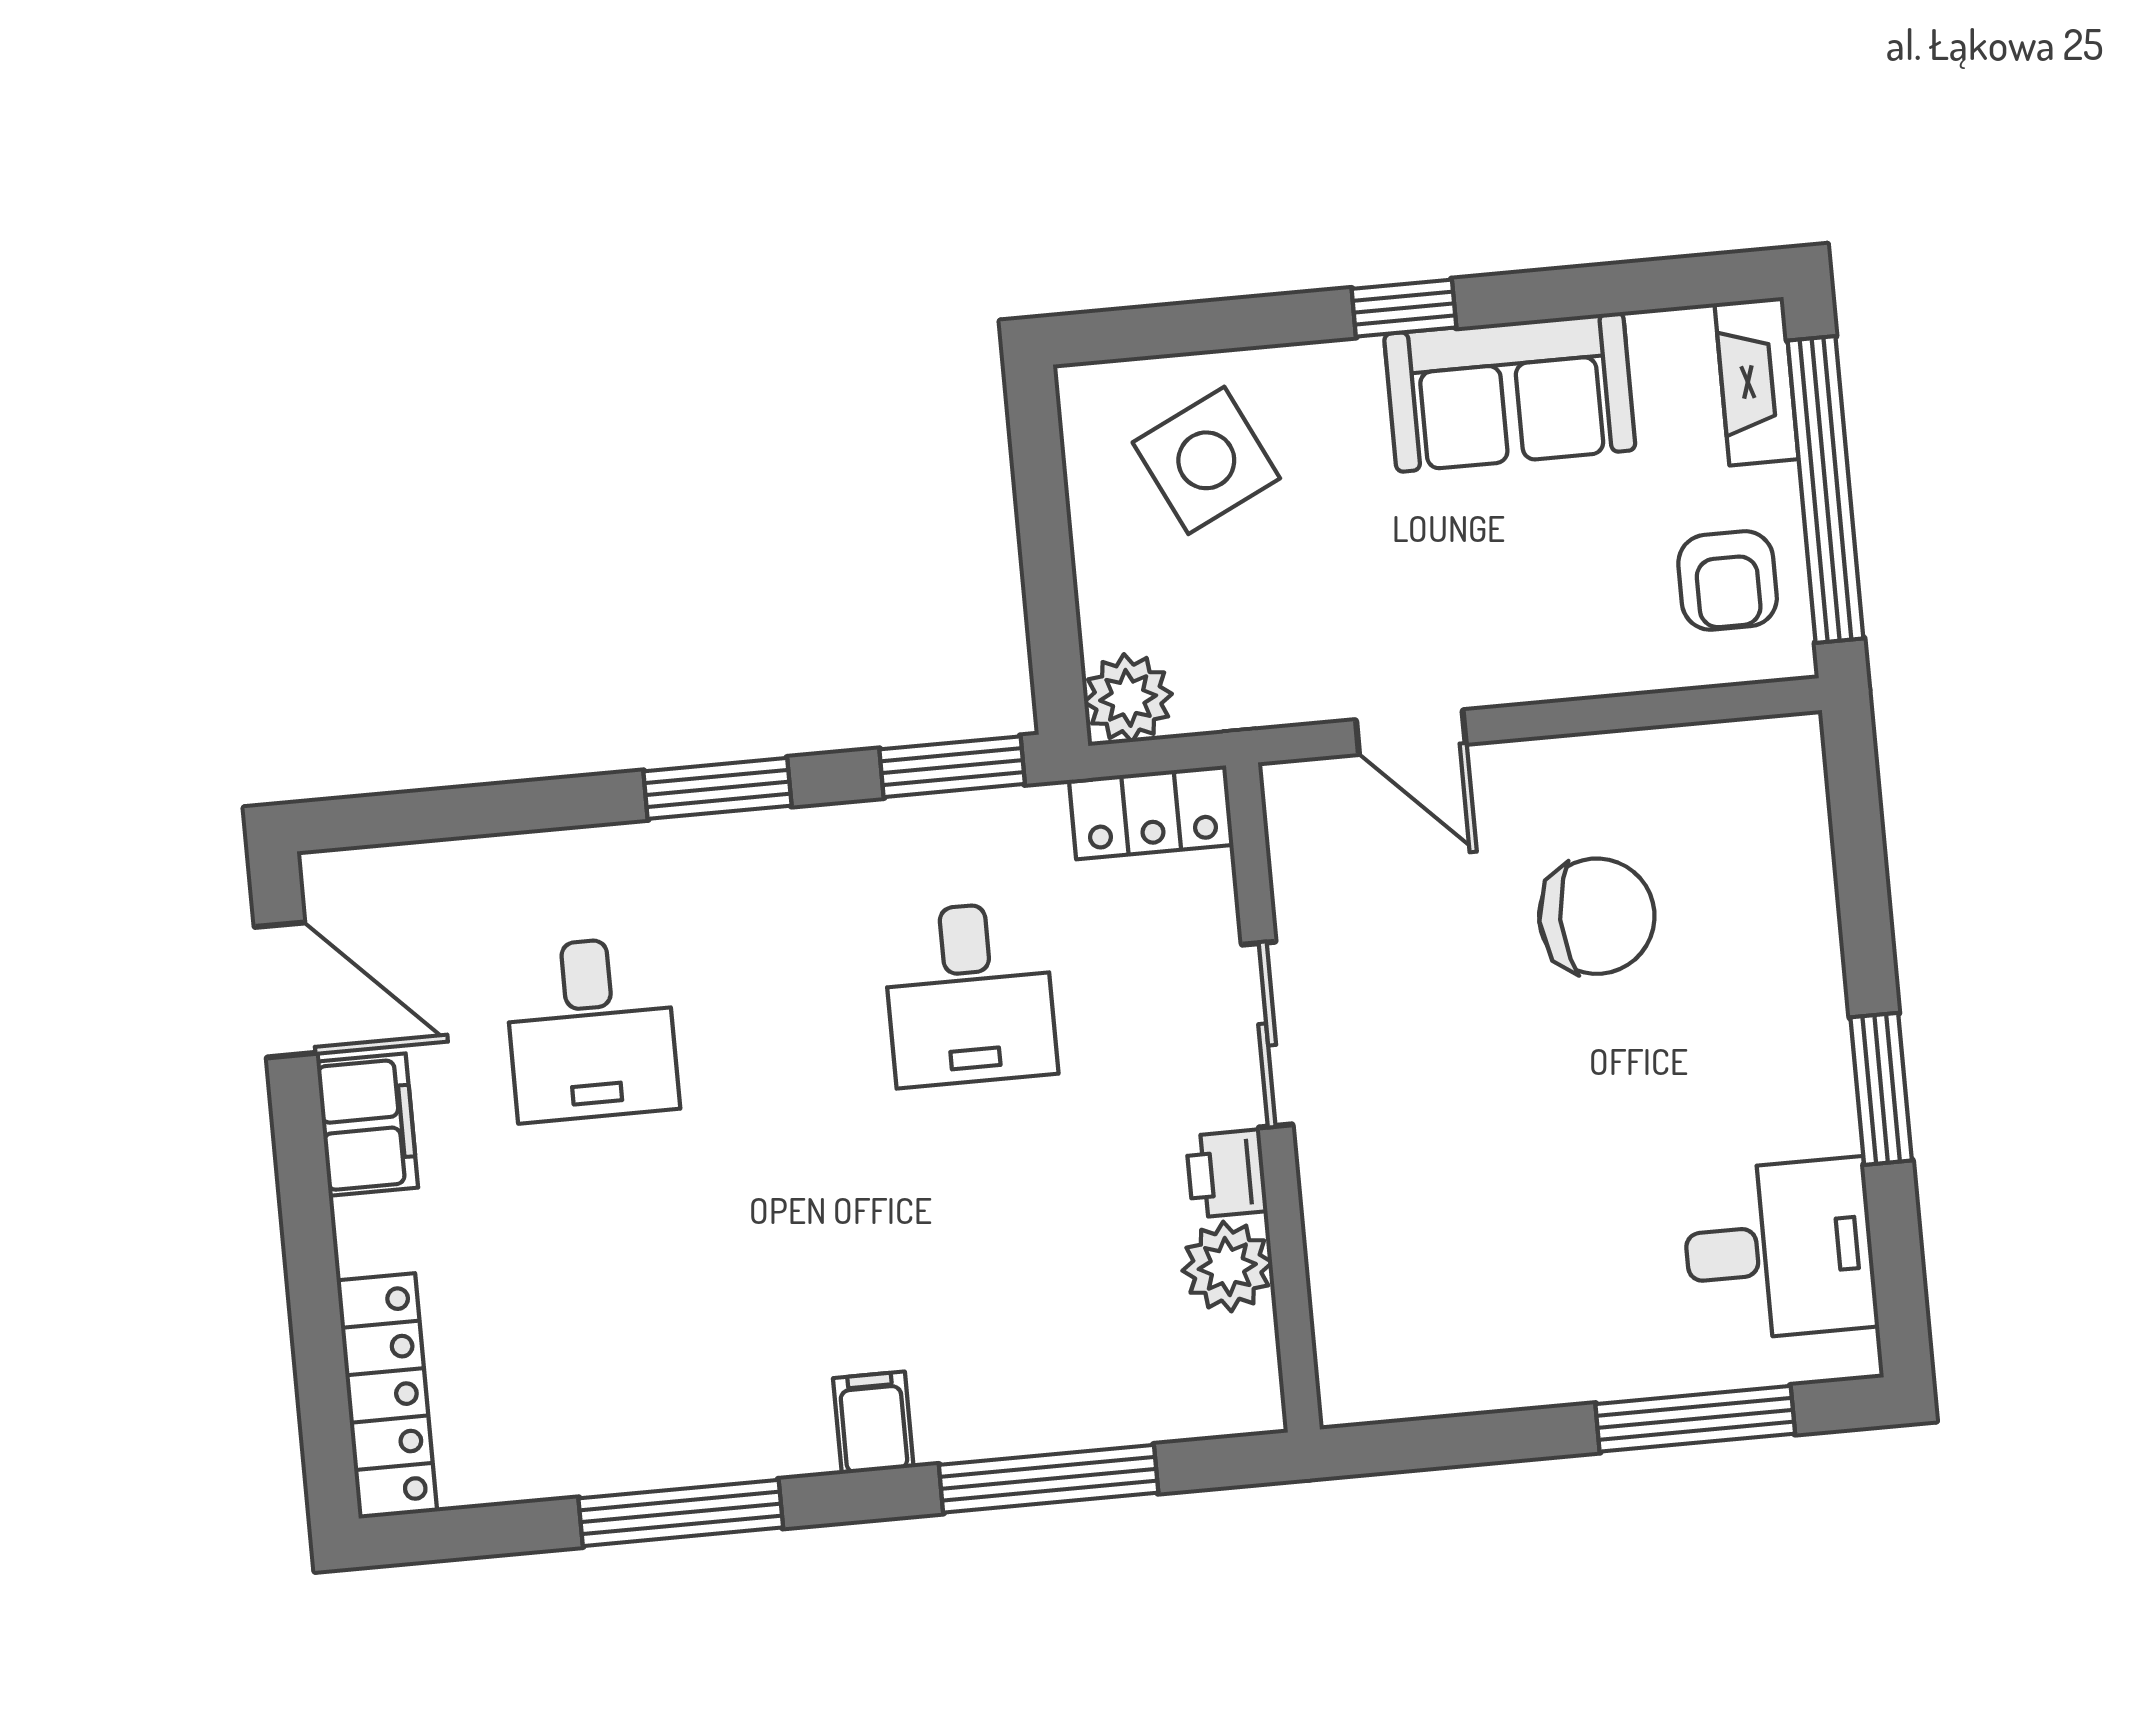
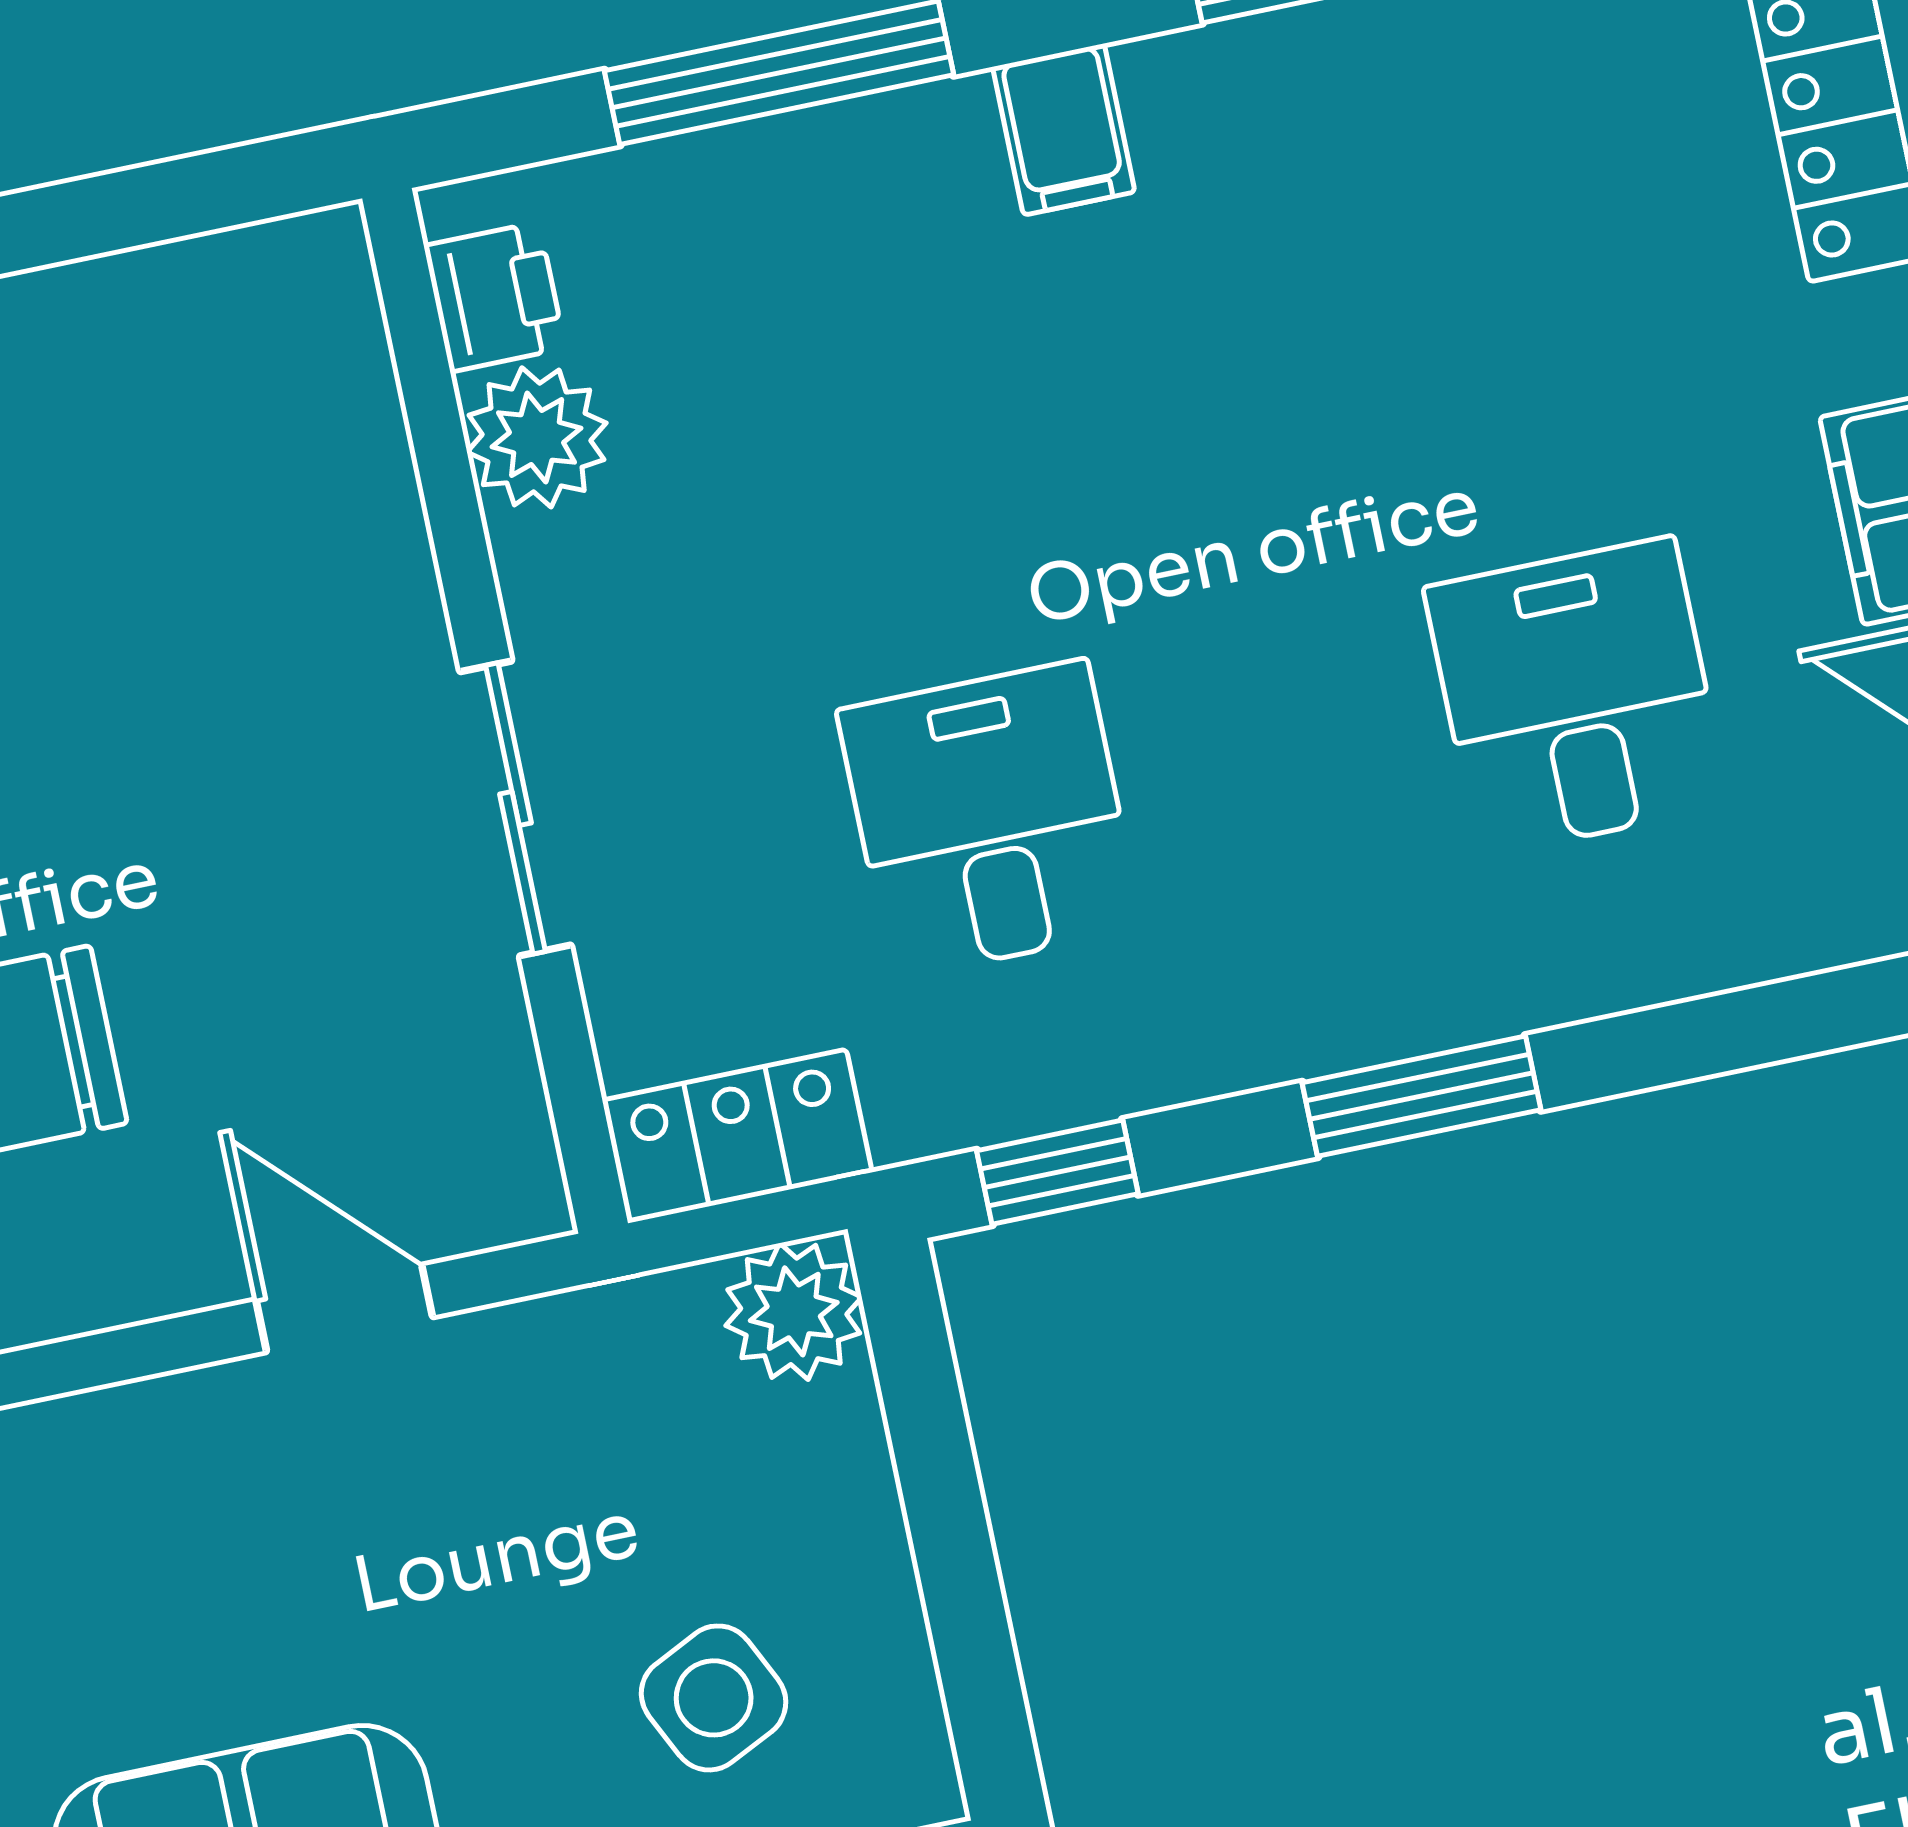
side table: (1206, 460) -> (714, 1698), width x0.73, depth x0.73
window: (952, 767) -> (1057, 1172), width x0.67
printer: (1227, 1174) -> (495, 297), moved

